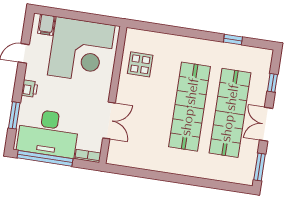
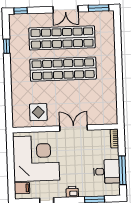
window: (272, 83) -> (21, 11), moved
double door: (109, 120) -> (74, 128), moved
desk: (48, 133) -> (107, 171), width x0.53, depth x0.77
window: (45, 158) -> (122, 170), width x0.68

